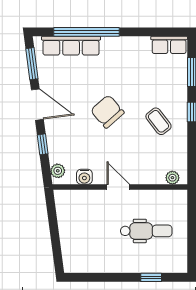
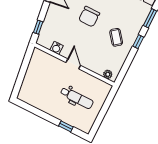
chair: (107, 112) -> (89, 17), turned -139
window: (43, 144) -> (38, 27), moved
plant: (58, 171) -> (43, 37), removed

